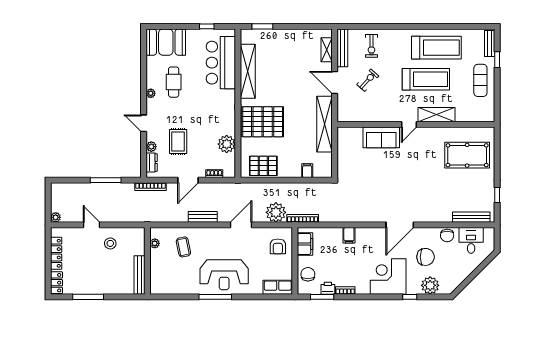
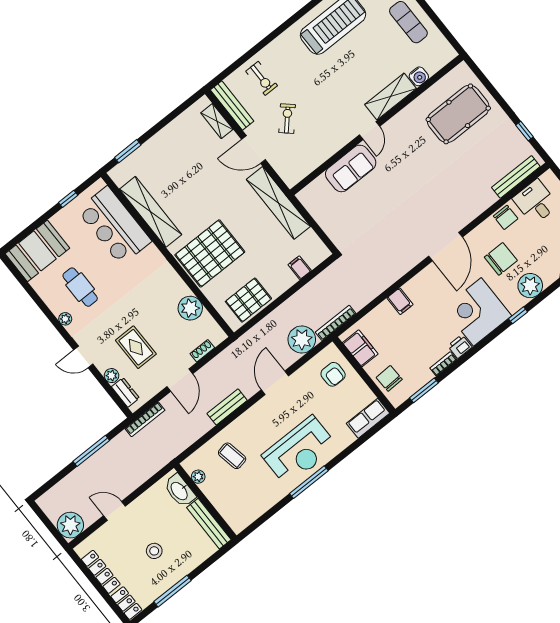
treadmill: (426, 79) -> (349, 68), removed
water cooler: (462, 116) -> (419, 76), added
plant: (56, 217) -> (70, 525), width x1.88, depth x1.88
stool: (110, 243) -> (154, 551), moved
washbasin: (138, 243) -> (180, 491), added
printer: (328, 288) -> (460, 346), moved

